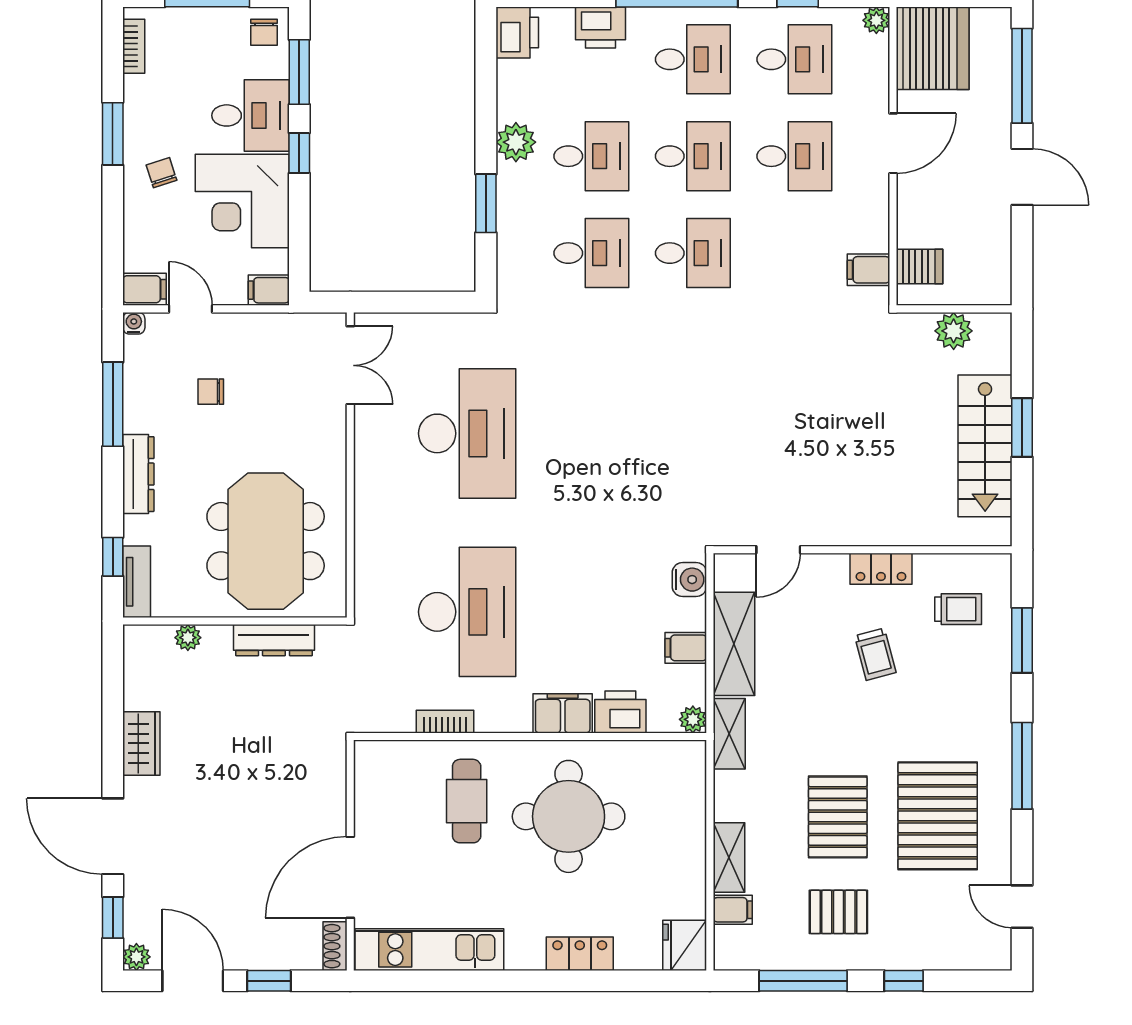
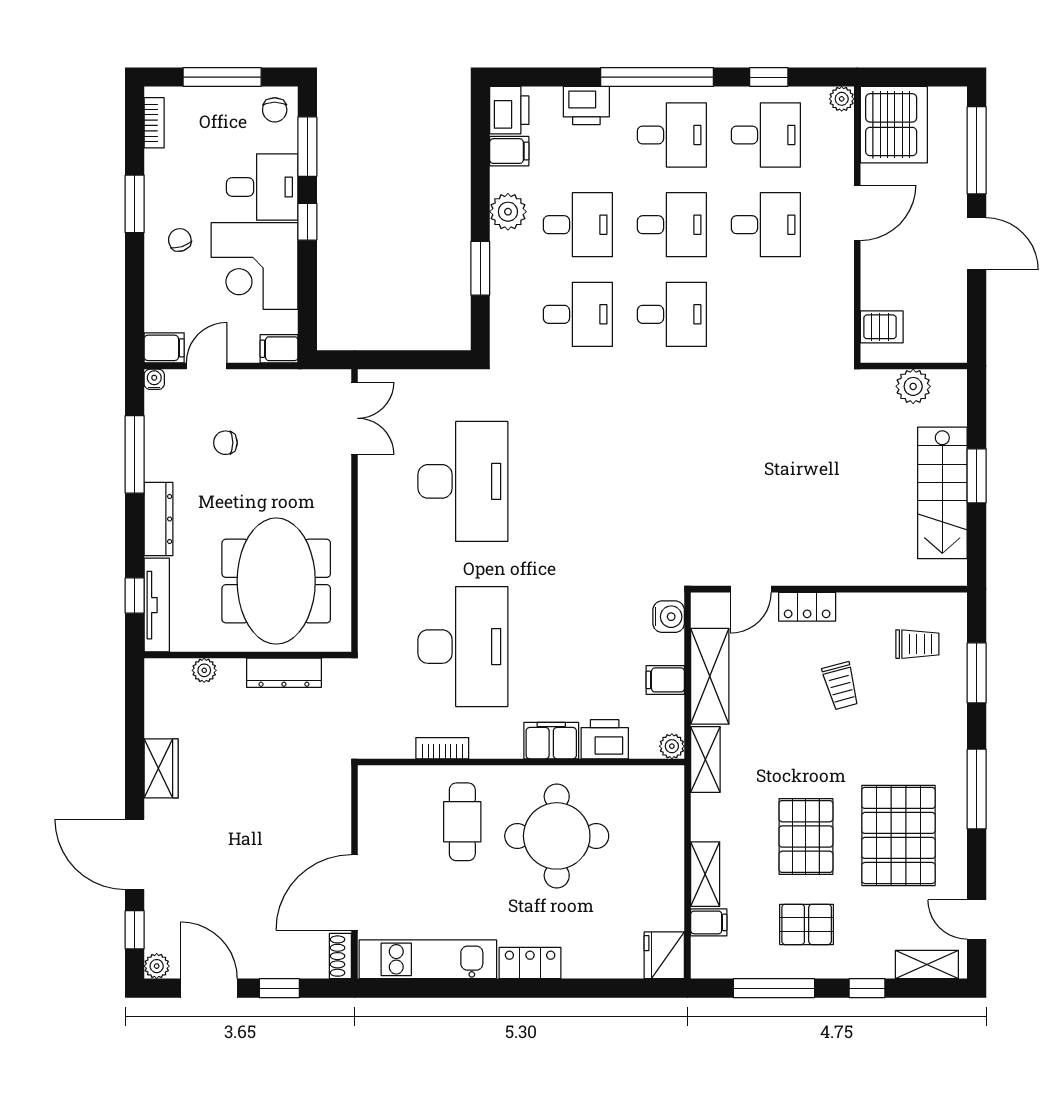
filing cabinet: (869, 270) -> (509, 151), moved, turned 180
door: (190, 309) -> (207, 366), hinge flipped
locker: (881, 569) -> (807, 607), moved
tv unit: (137, 582) -> (157, 605), width x1.41
locker: (580, 954) -> (530, 963), moved
shelving: (968, 955) -> (927, 964), added

